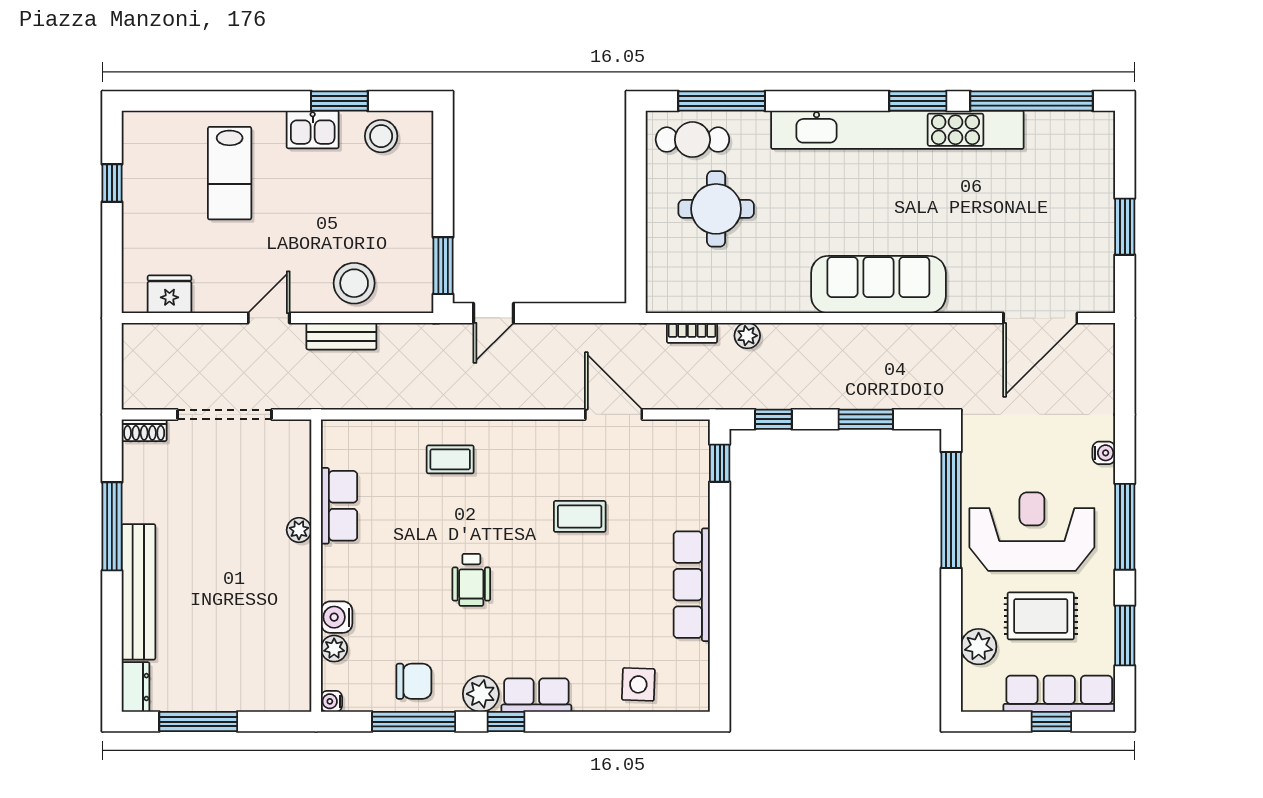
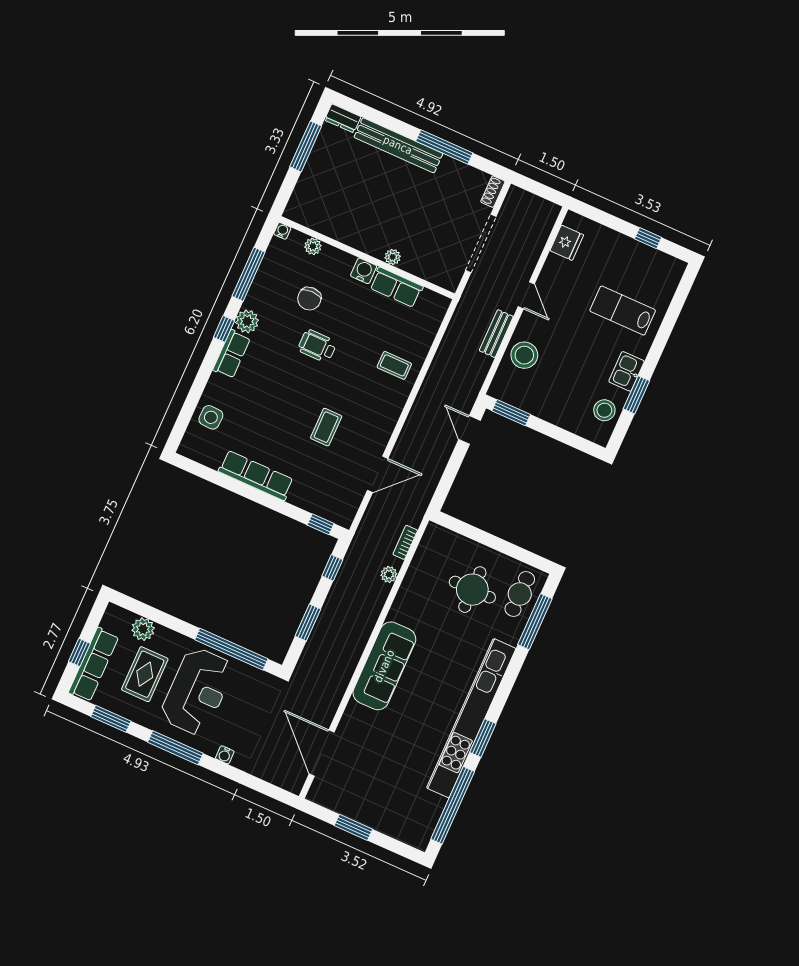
coffee table: (450, 459) -> (394, 365), turned 90
water cooler: (337, 617) -> (364, 271), moved
chair: (414, 681) -> (309, 299), moved

